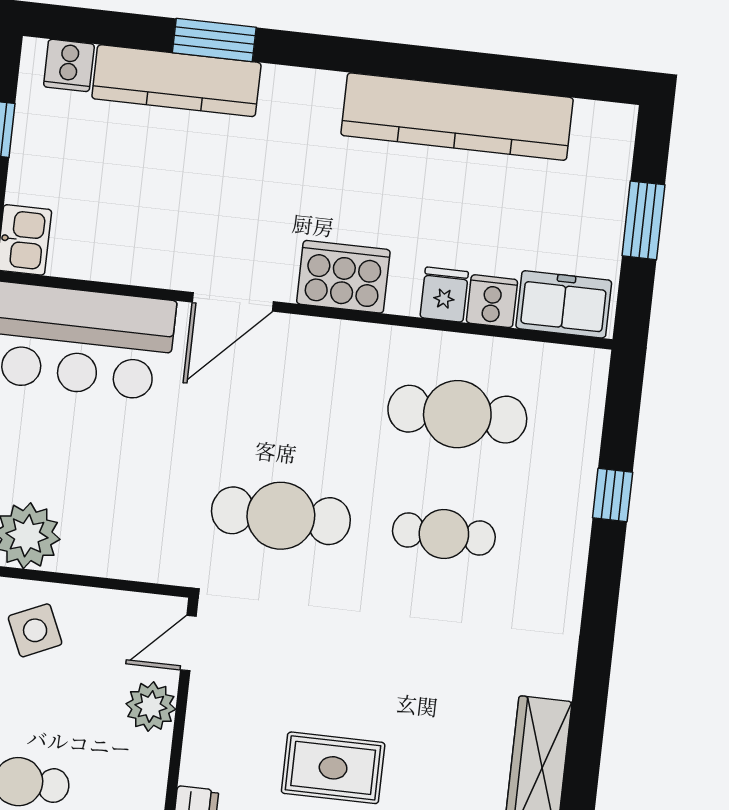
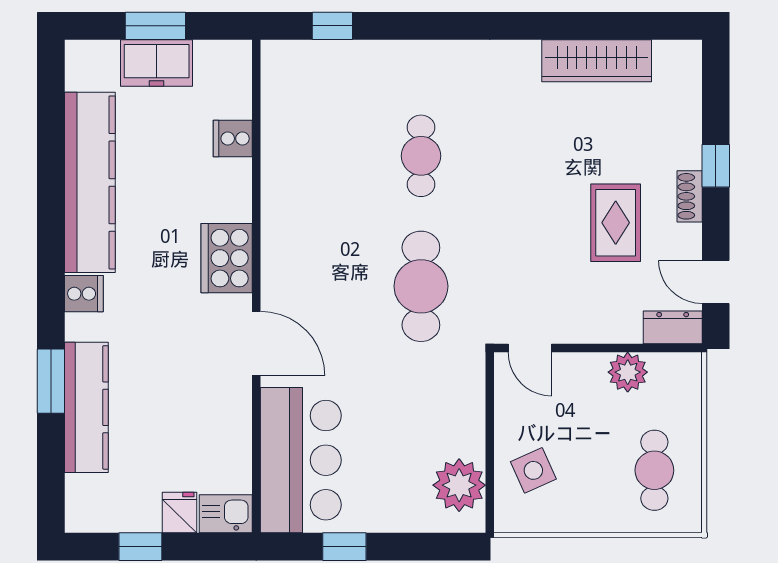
cooker: (69, 65) -> (84, 294), moved
fridge: (444, 295) -> (179, 512), moved, turned 90
freezer: (564, 304) -> (157, 63), moved, turned -90
cafe table: (457, 414) -> (325, 156), removed
window: (613, 495) -> (332, 26), moved
plant: (151, 706) -> (628, 372), moved

